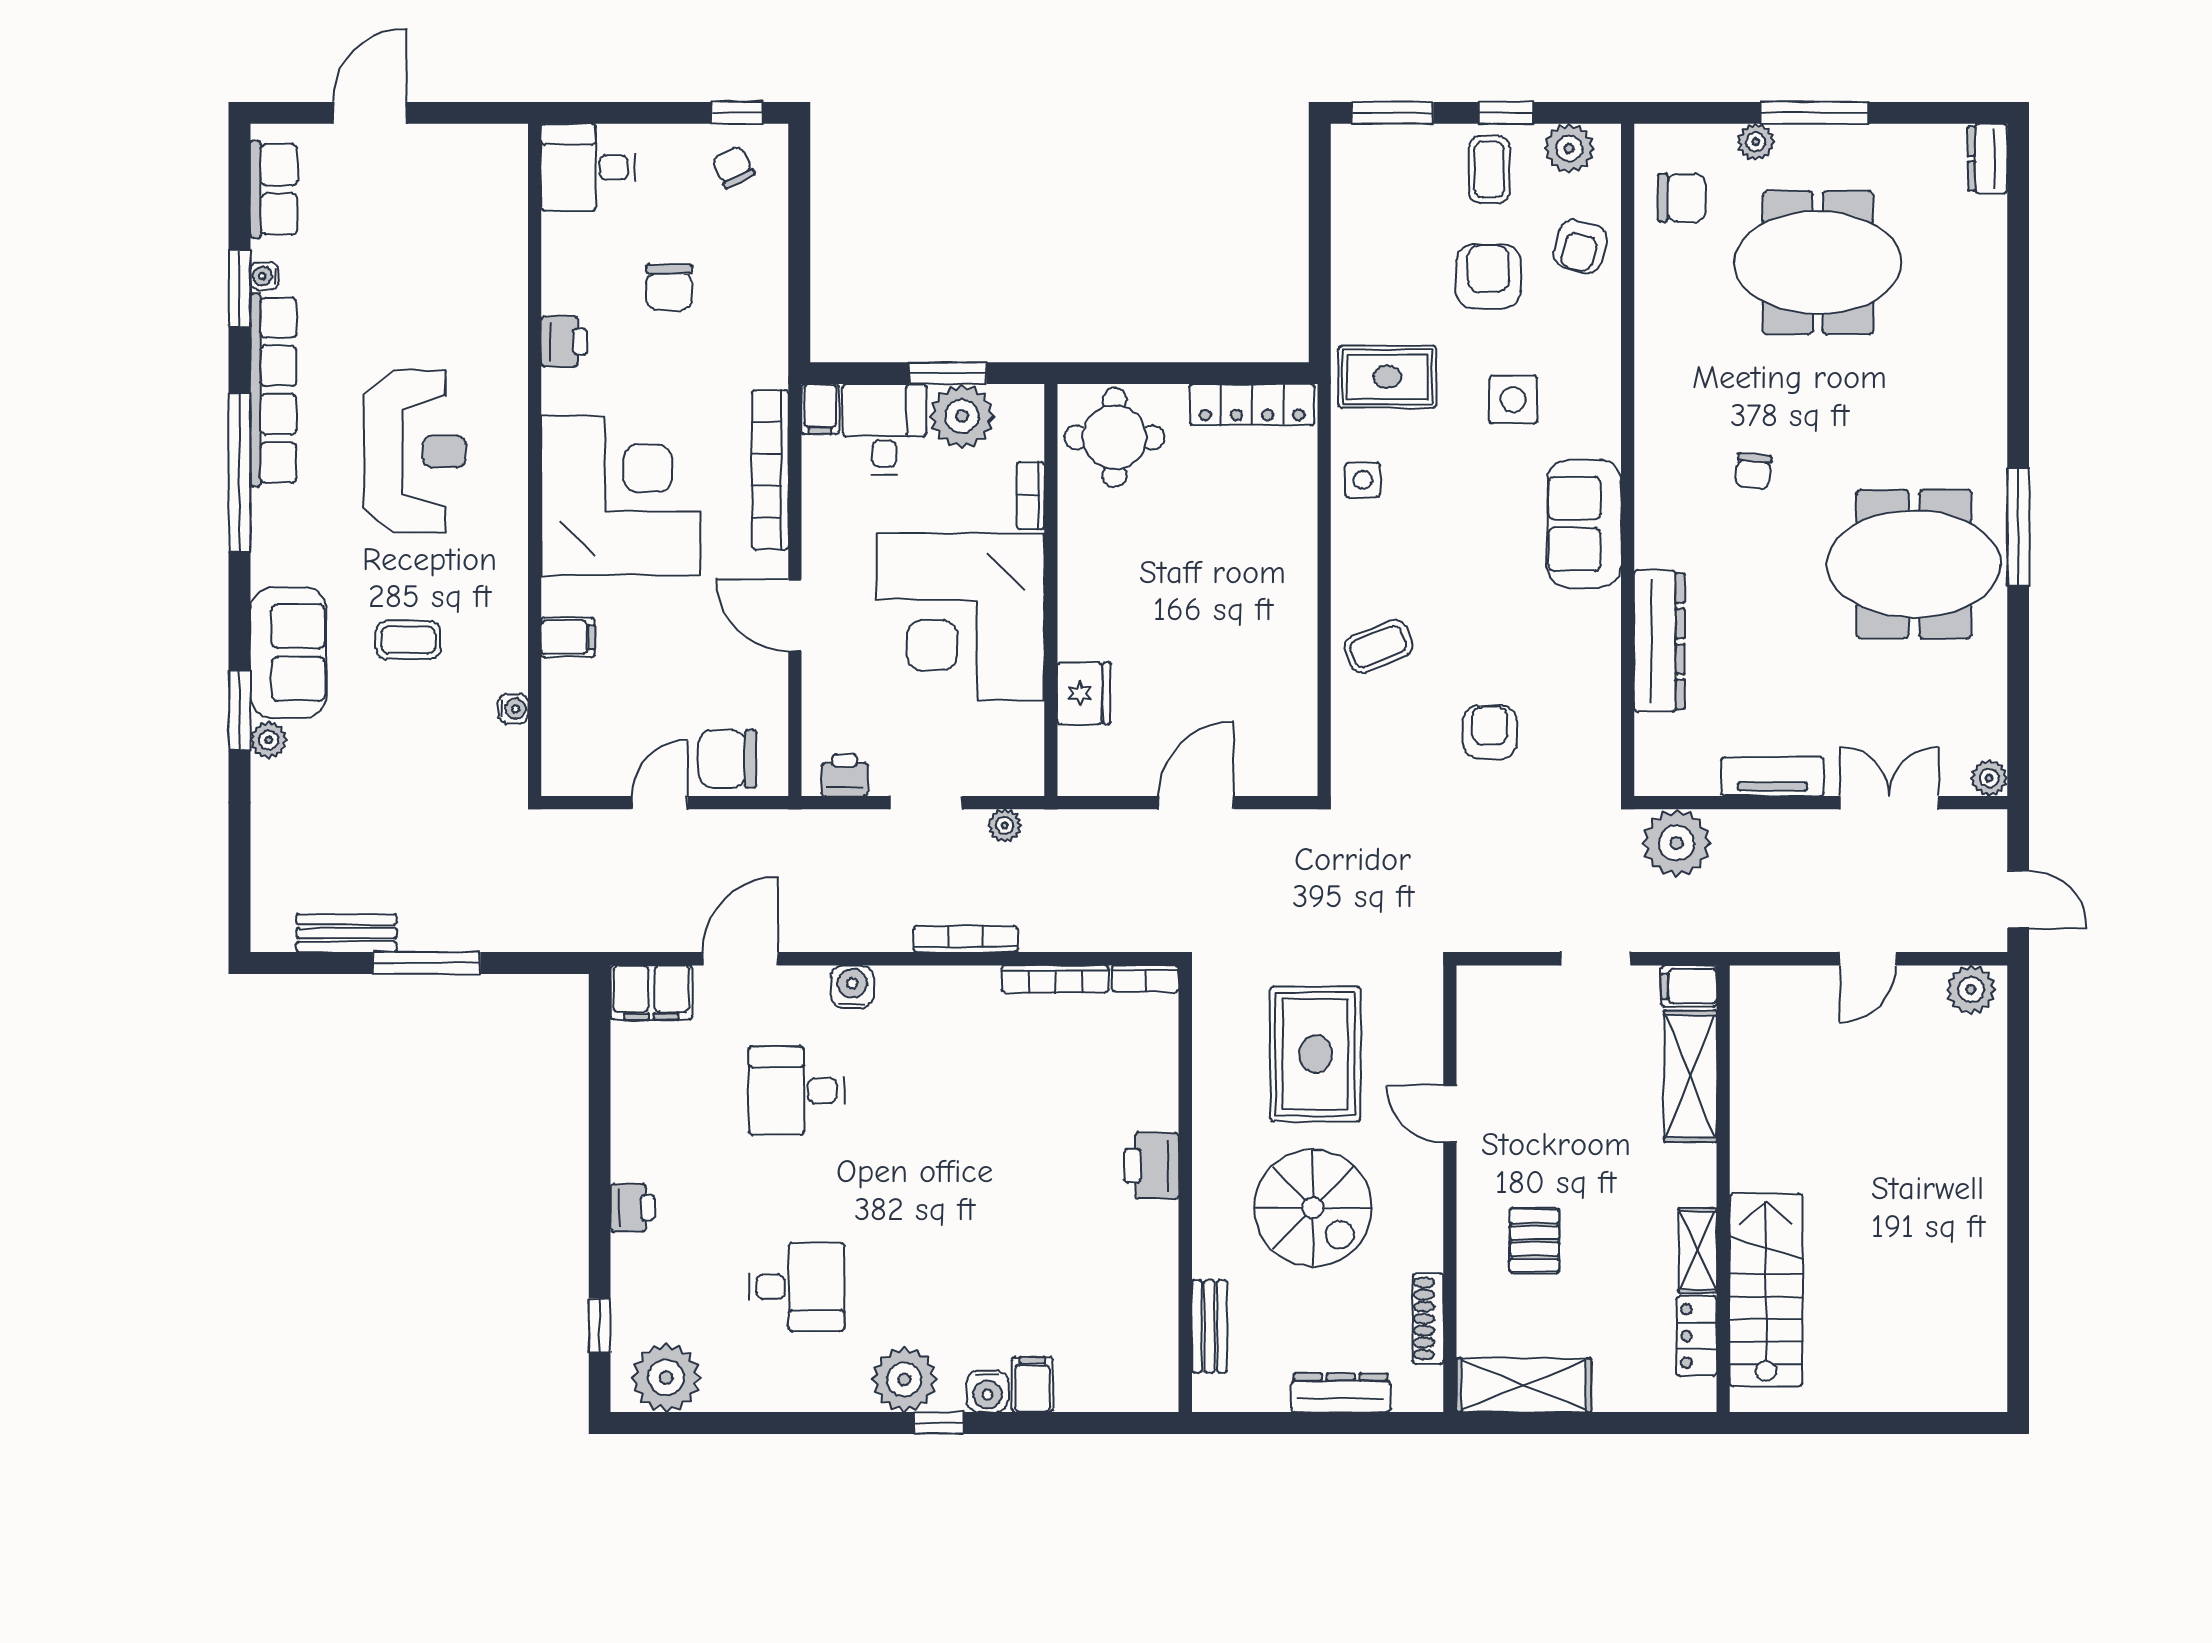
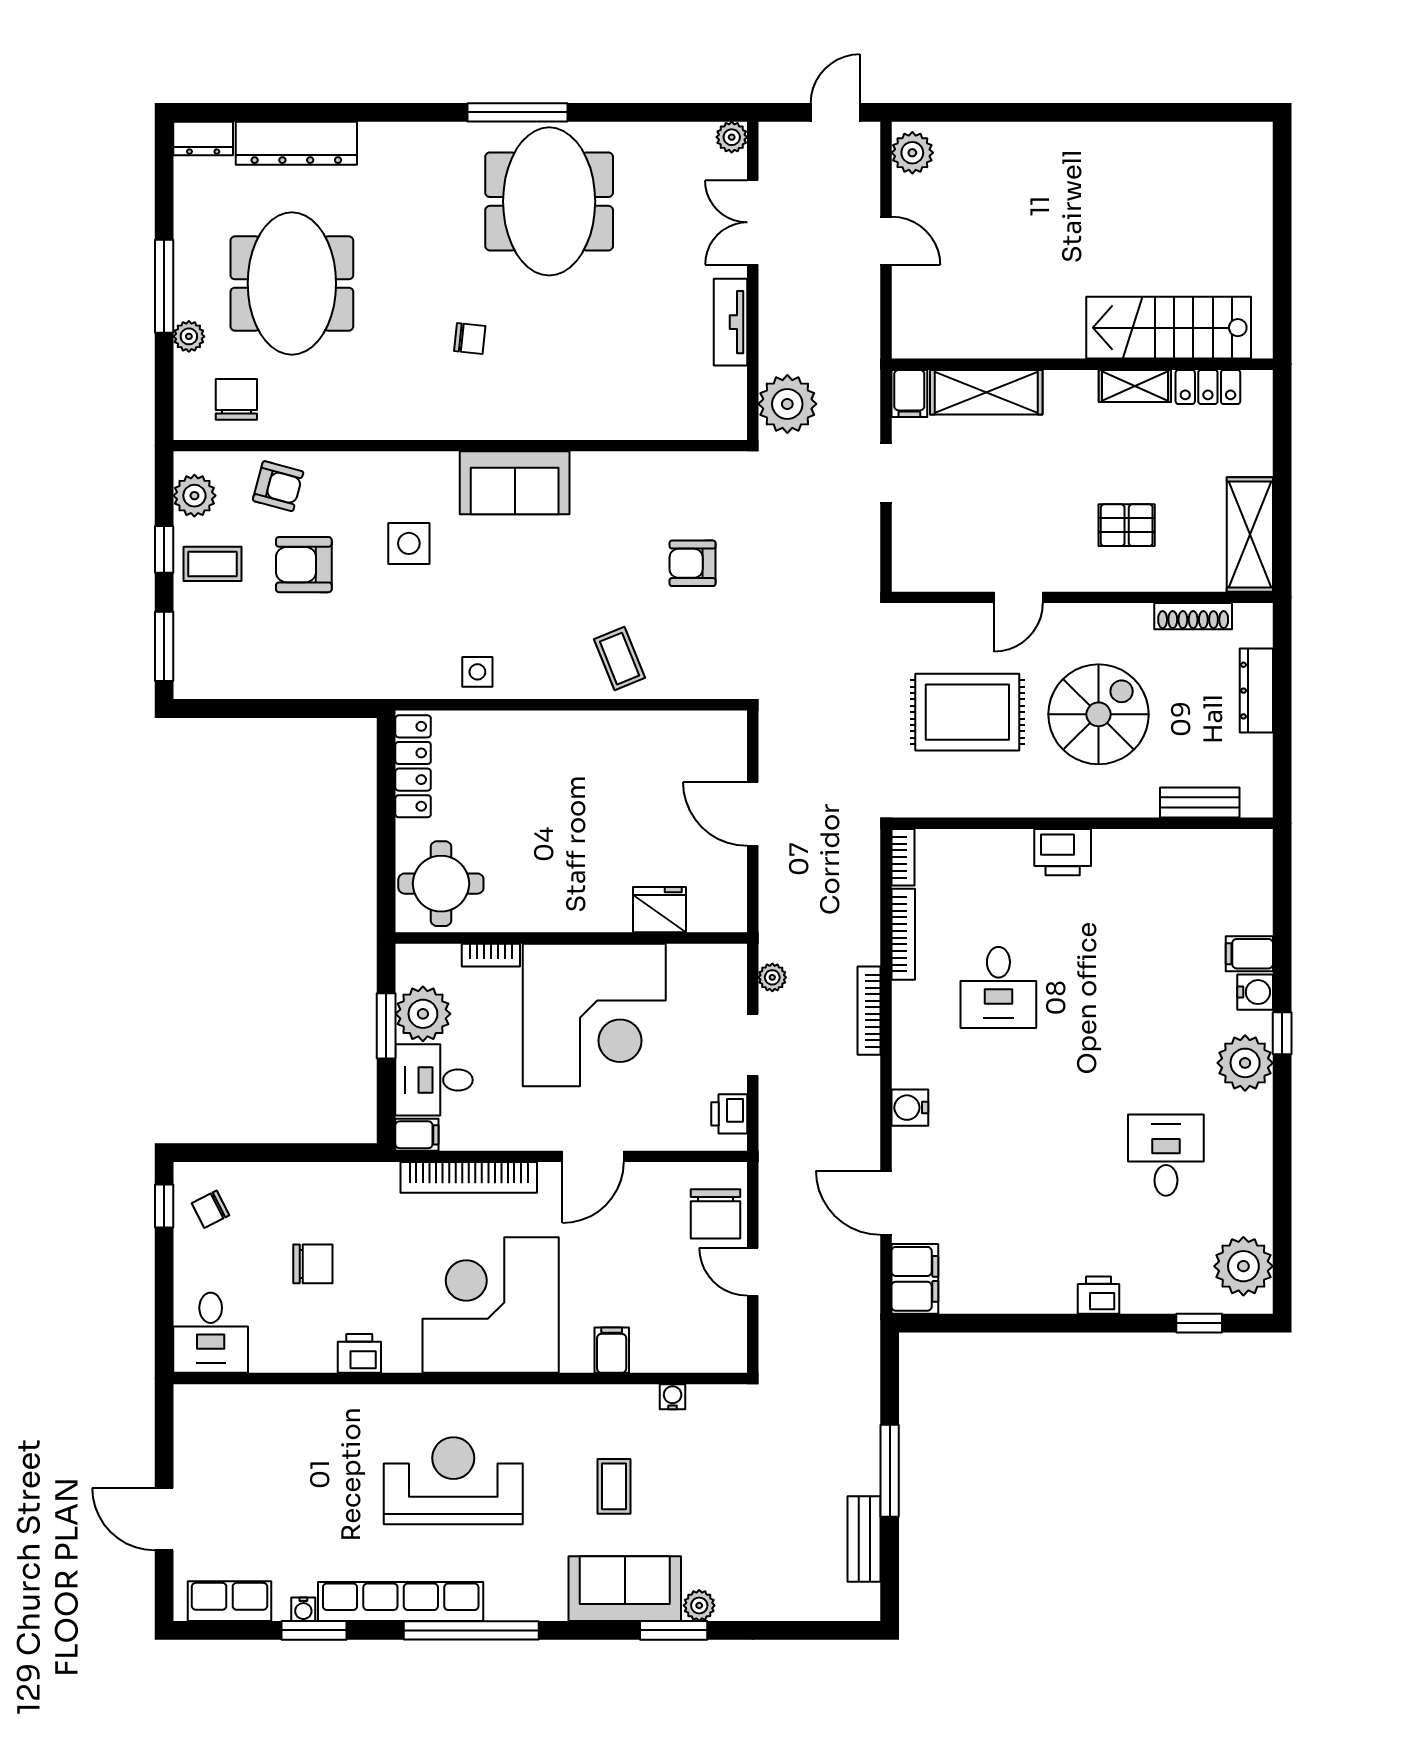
rug: (1387, 377) -> (390, 651), removed
dresser: (1659, 641) -> (296, 143), moved, turned 180
desk: (796, 1091) -> (998, 987), moved

